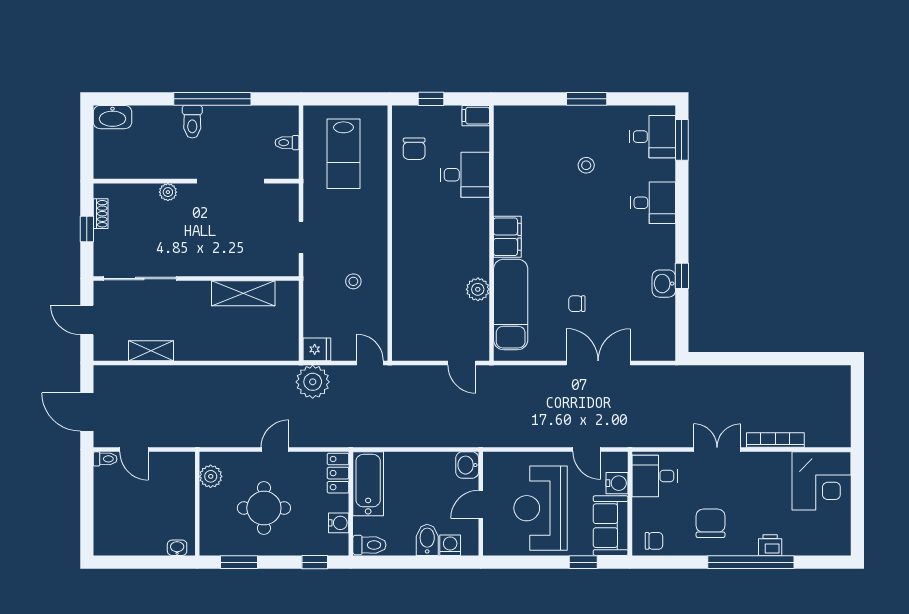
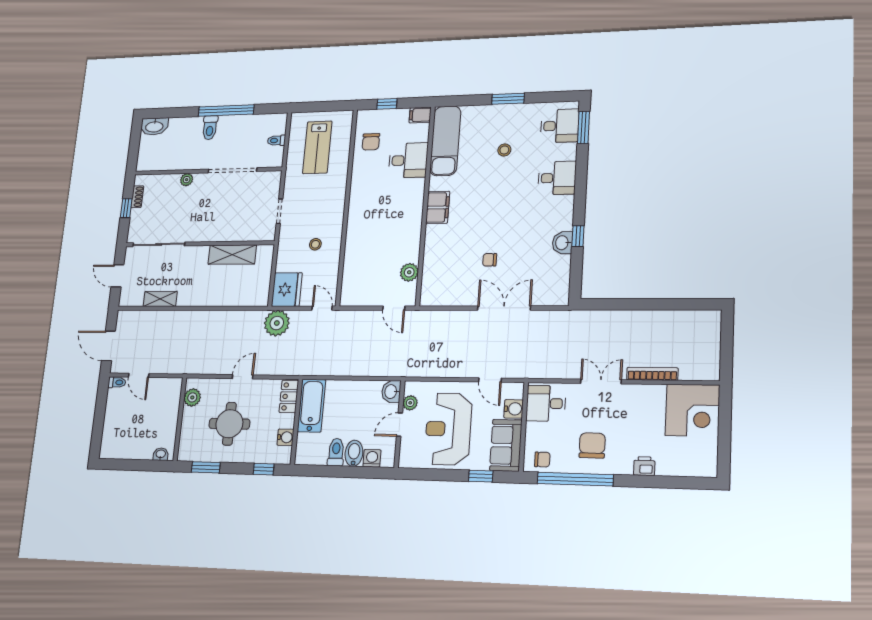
plant: (478, 289) -> (409, 272), moved
exam couch: (511, 304) -> (445, 141), moved
fridge: (317, 349) -> (287, 290), width x1.88, depth x1.34
plant: (492, 478) -> (410, 403), added
toilet: (369, 545) -> (336, 452), moved, turned -90
window: (751, 562) -> (575, 479), moved

